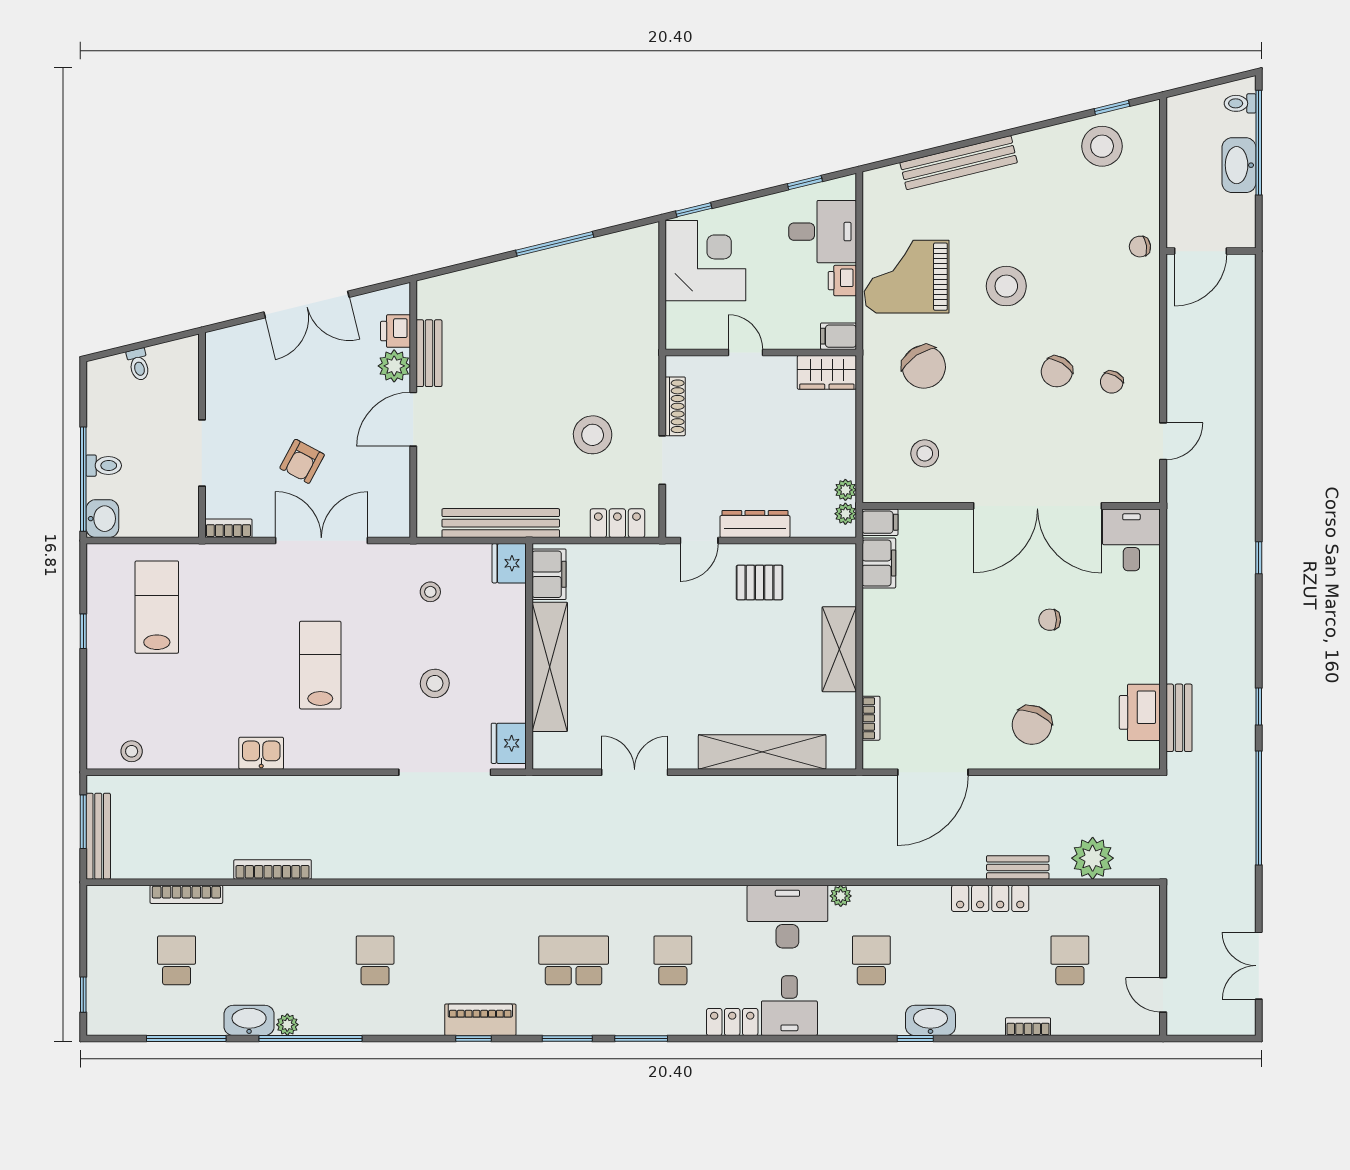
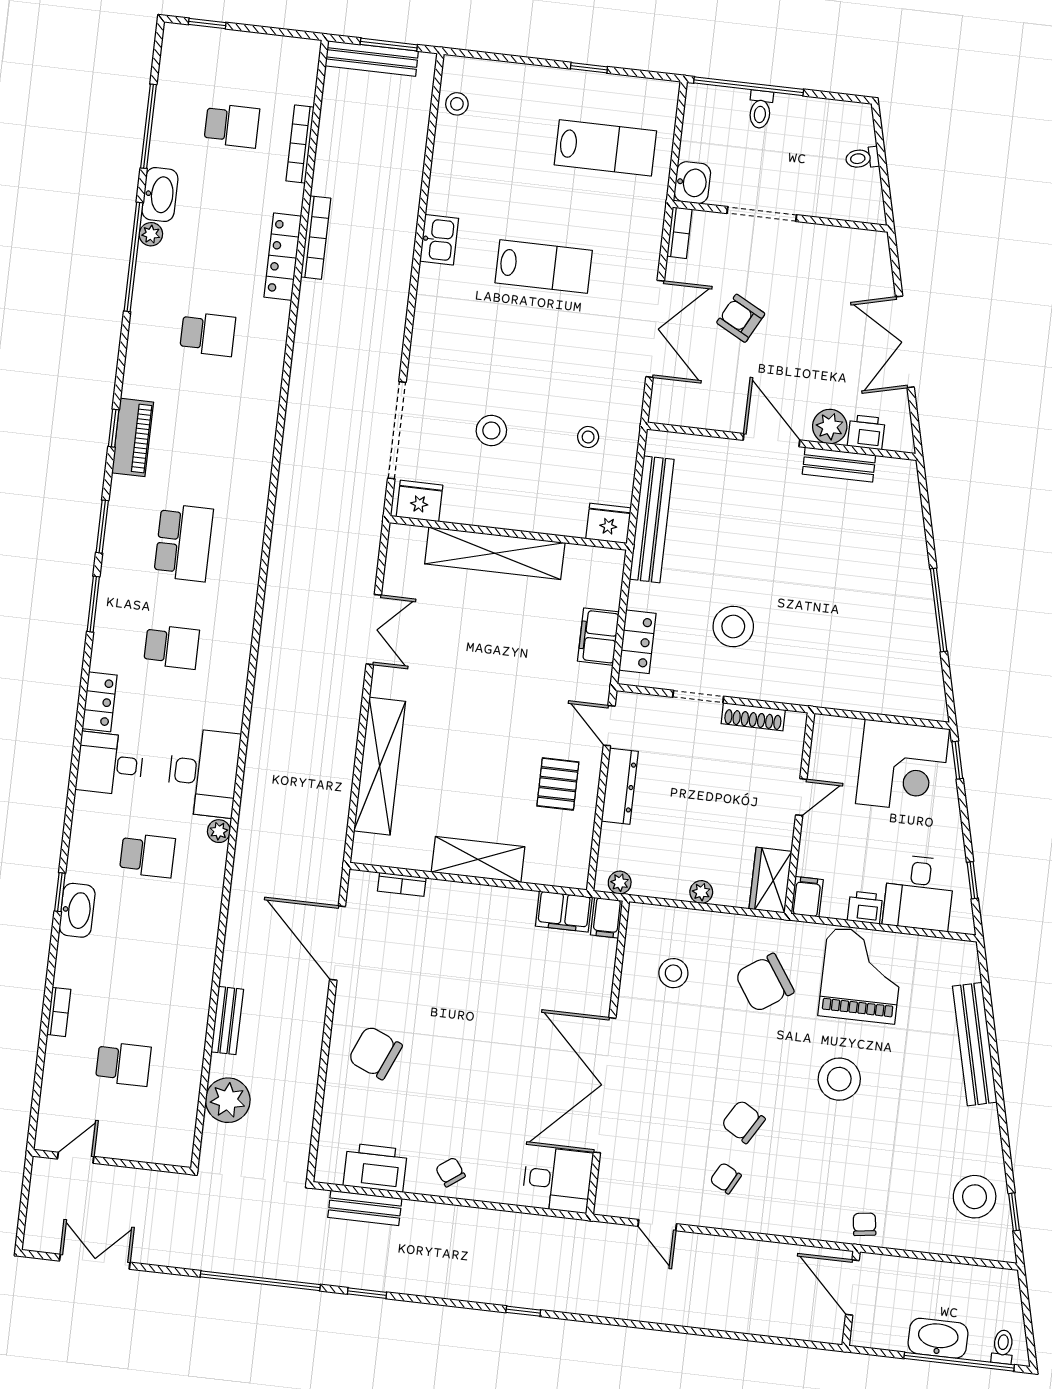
plant: (845, 490) -> (701, 892), moved
washbasin: (102, 519) -> (692, 183), moved, turned -90
filing cabinet: (549, 574) -> (598, 637), moved, turned 90
chair: (1050, 620) -> (450, 1172), moved, turned -36
lab bench: (320, 665) -> (544, 267), moved
locker: (990, 898) -> (283, 257), moved

